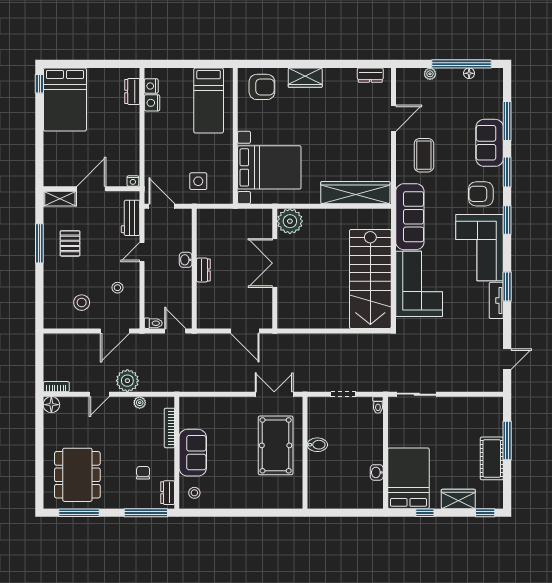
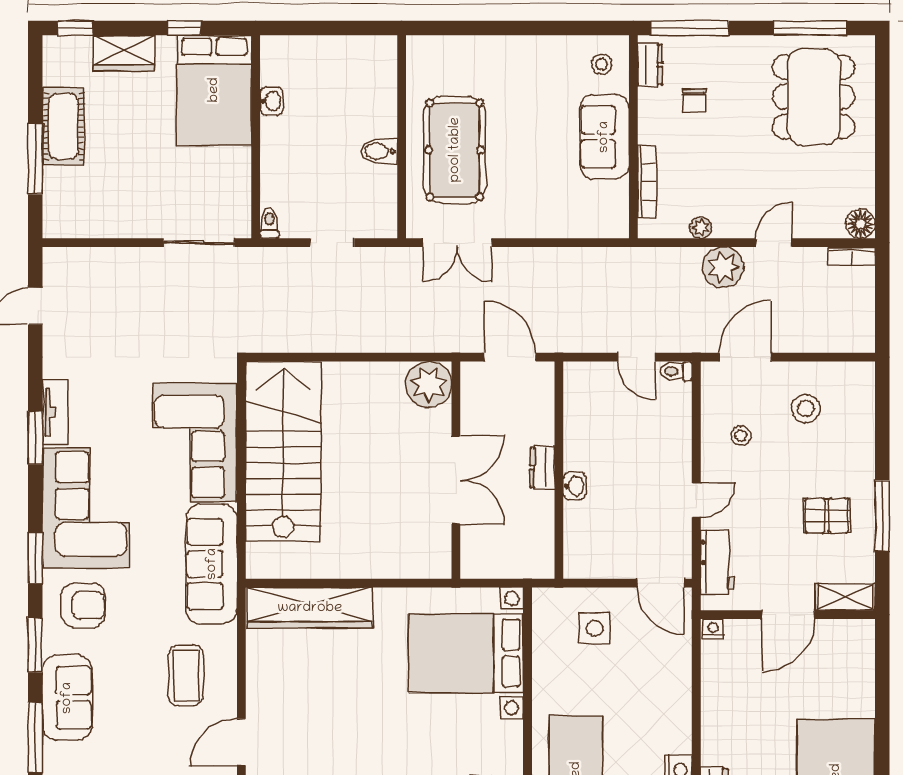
plant: (290, 221) -> (429, 384), moved
pallet: (70, 243) -> (827, 516), turned 90
washbasin: (186, 260) -> (574, 486), moved
wall: (194, 269) -> (559, 470), moved
dresser: (203, 270) -> (542, 468), moved

